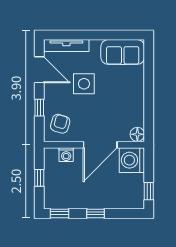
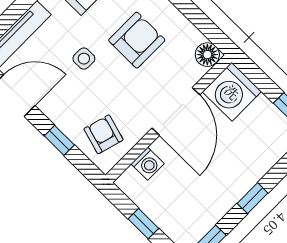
side table: (84, 84) -> (84, 59), width x0.54, depth x0.54
armchair: (114, 98) -> (137, 40), added

